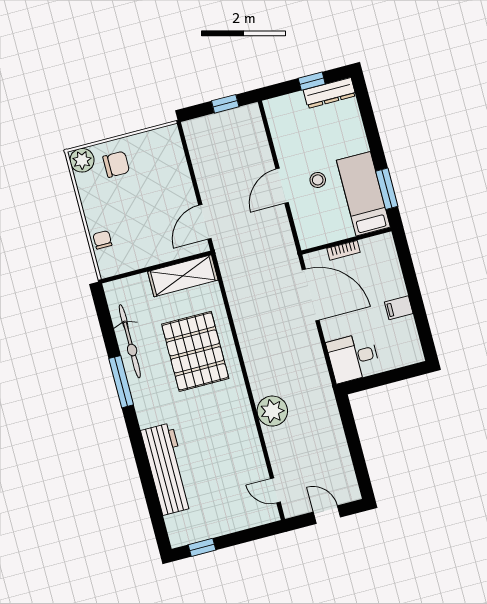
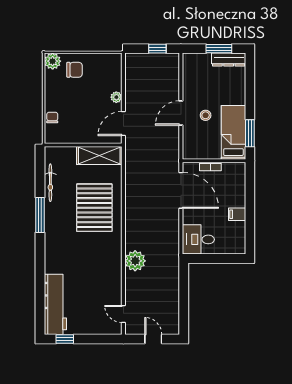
window: (312, 81) -> (219, 49), width x1.50
plant: (185, 187) -> (116, 97), added
bicycle: (130, 341) -> (50, 183), width x0.73, depth x0.71
workbench: (167, 469) -> (55, 304), moved

